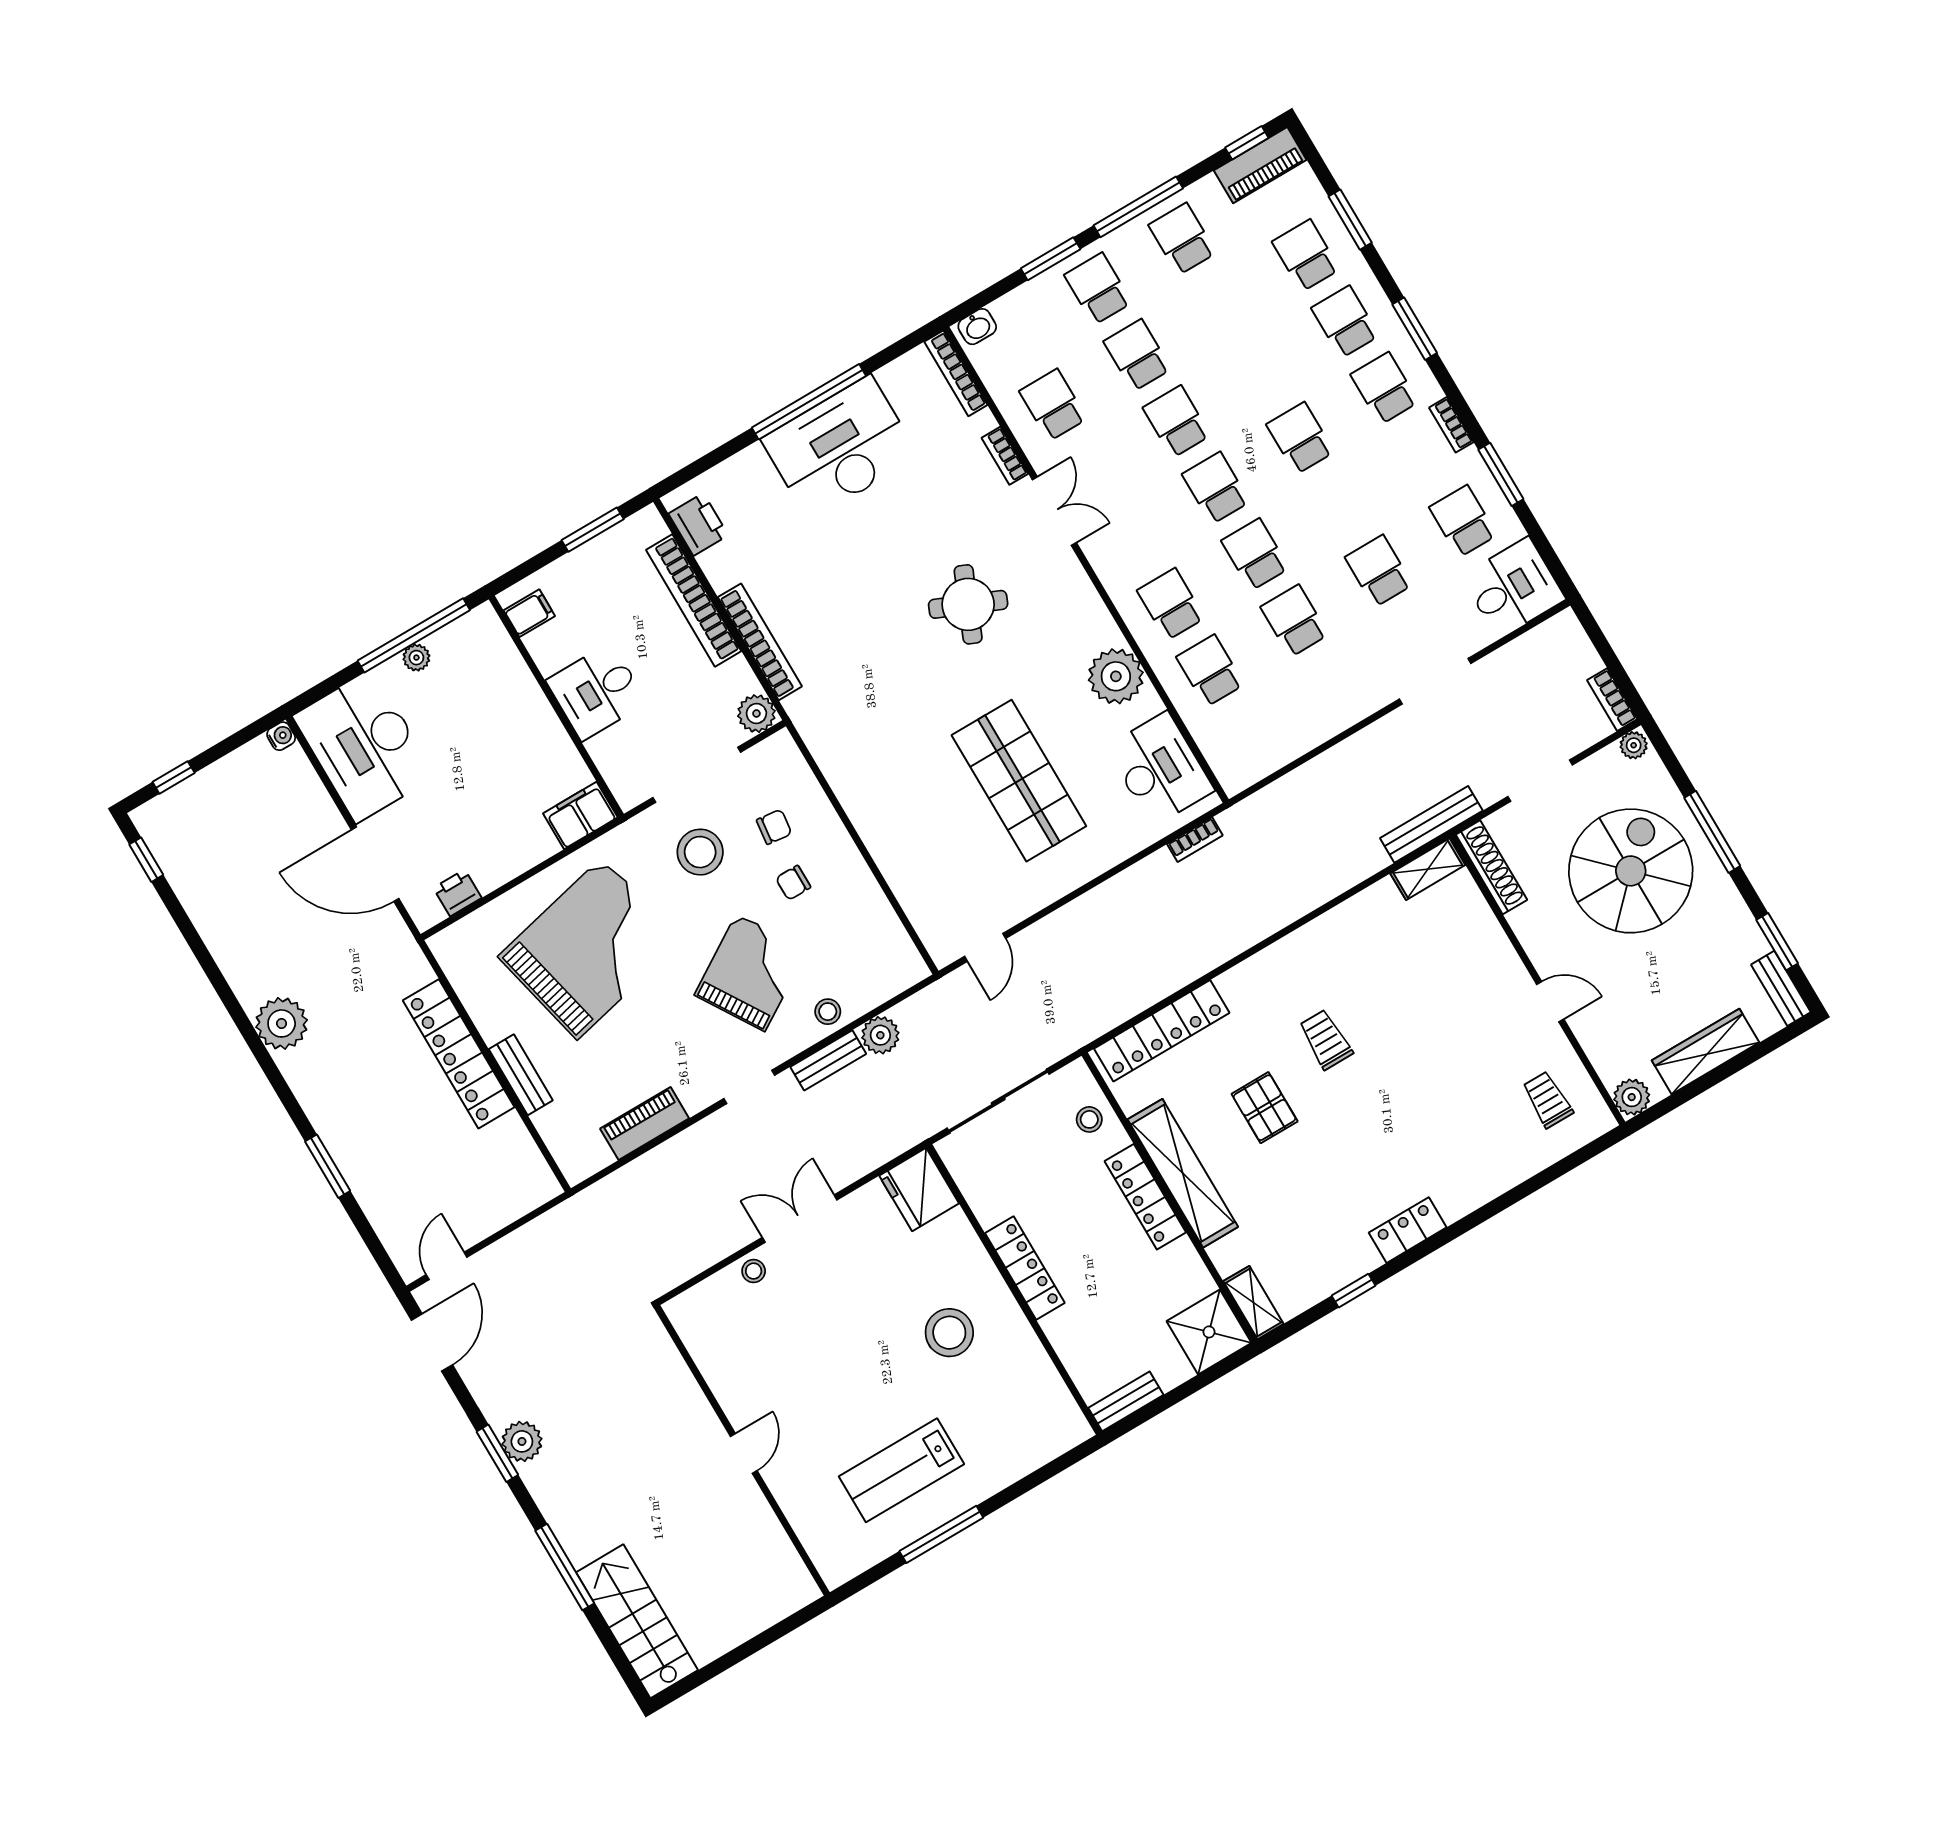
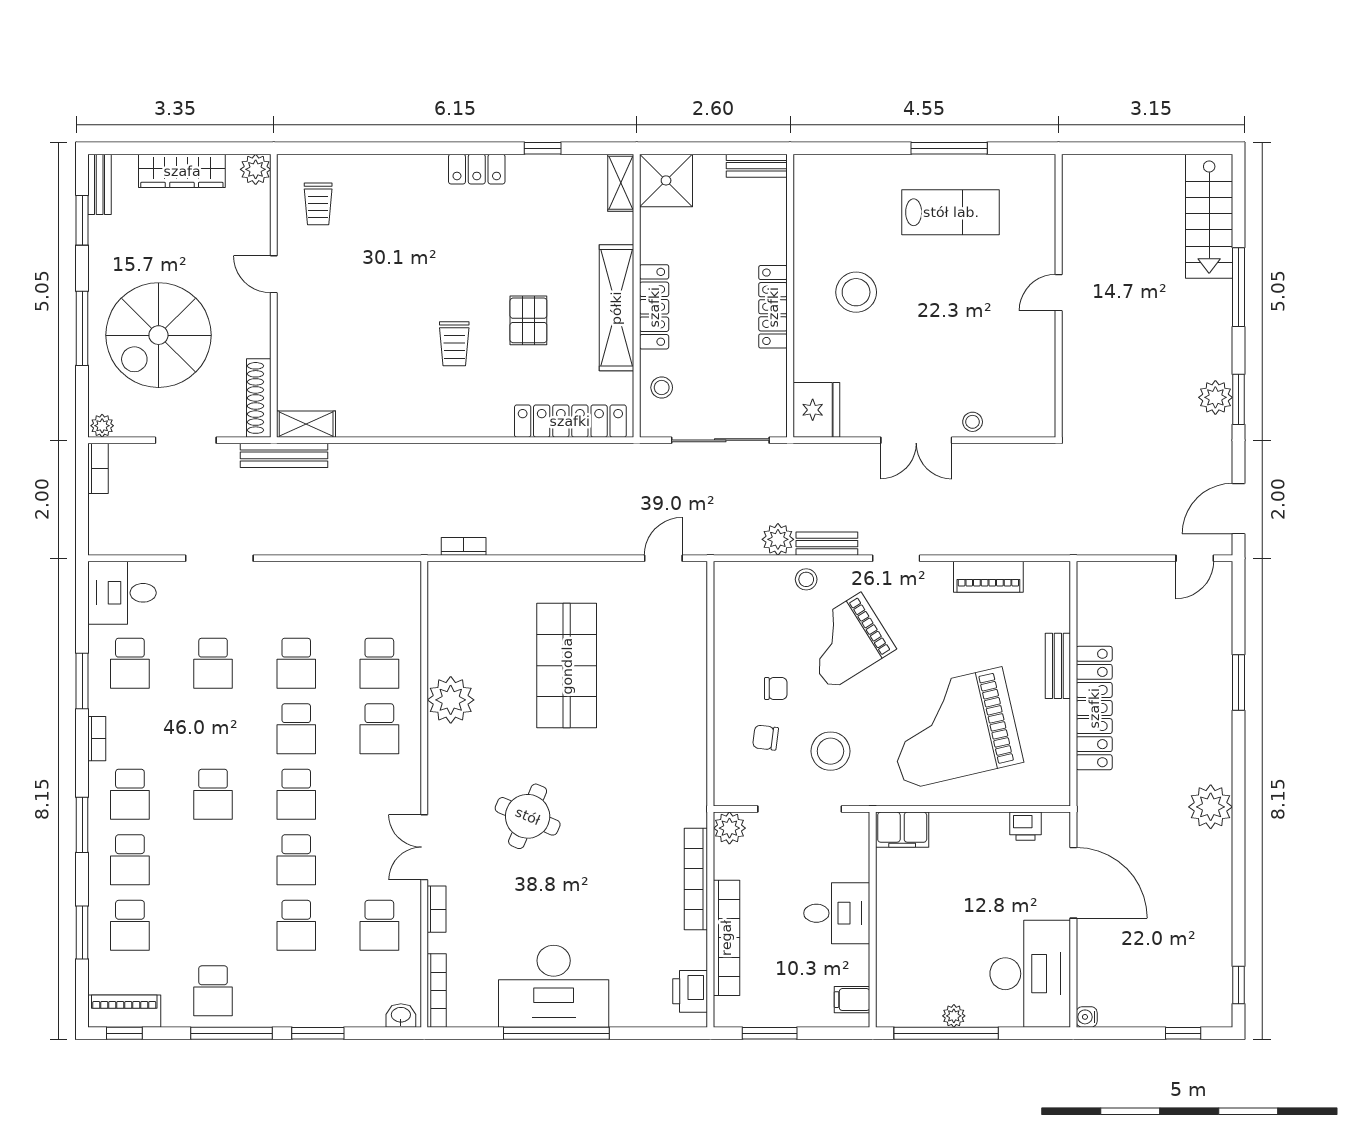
school desk: (1098, 289) -> (296, 991), removed
desk: (1160, 769) -> (459, 613), removed

